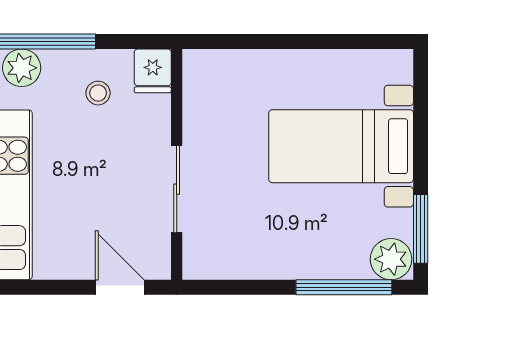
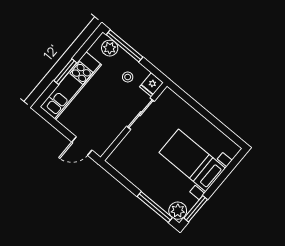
sliding door: (177, 189) -> (140, 114), moved
door: (120, 287) -> (82, 146), swing flipped

